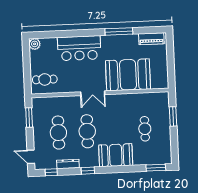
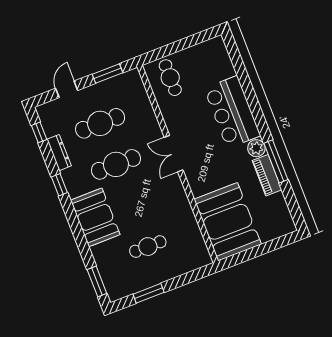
piano: (151, 39) -> (267, 175), moved
plant: (35, 44) -> (256, 148), moved
booth: (128, 75) -> (228, 222), moved
window: (173, 116) -> (149, 293), moved
door: (31, 157) -> (67, 89), moved

